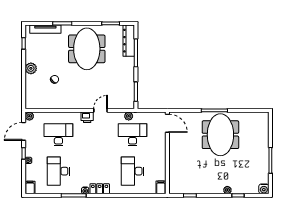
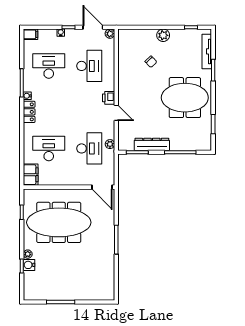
dresser: (129, 41) -> (152, 144), moved
door: (167, 123) -> (102, 187), hinge flipped
meeting table: (220, 135) -> (59, 222), moved, width x1.36
filing cabinet: (161, 187) -> (31, 175), width x2.00
water cooler: (264, 189) -> (29, 265), moved

